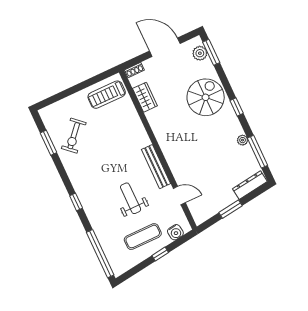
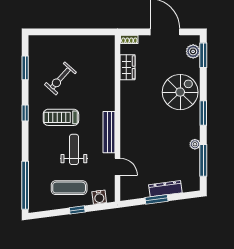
treadmill: (107, 95) -> (61, 117), moved
window: (237, 107) -> (203, 113), width x1.50
exercise bike: (74, 136) -> (60, 78), moved
dresser: (250, 185) -> (165, 189), moved
window: (76, 202) -> (25, 113), moved

